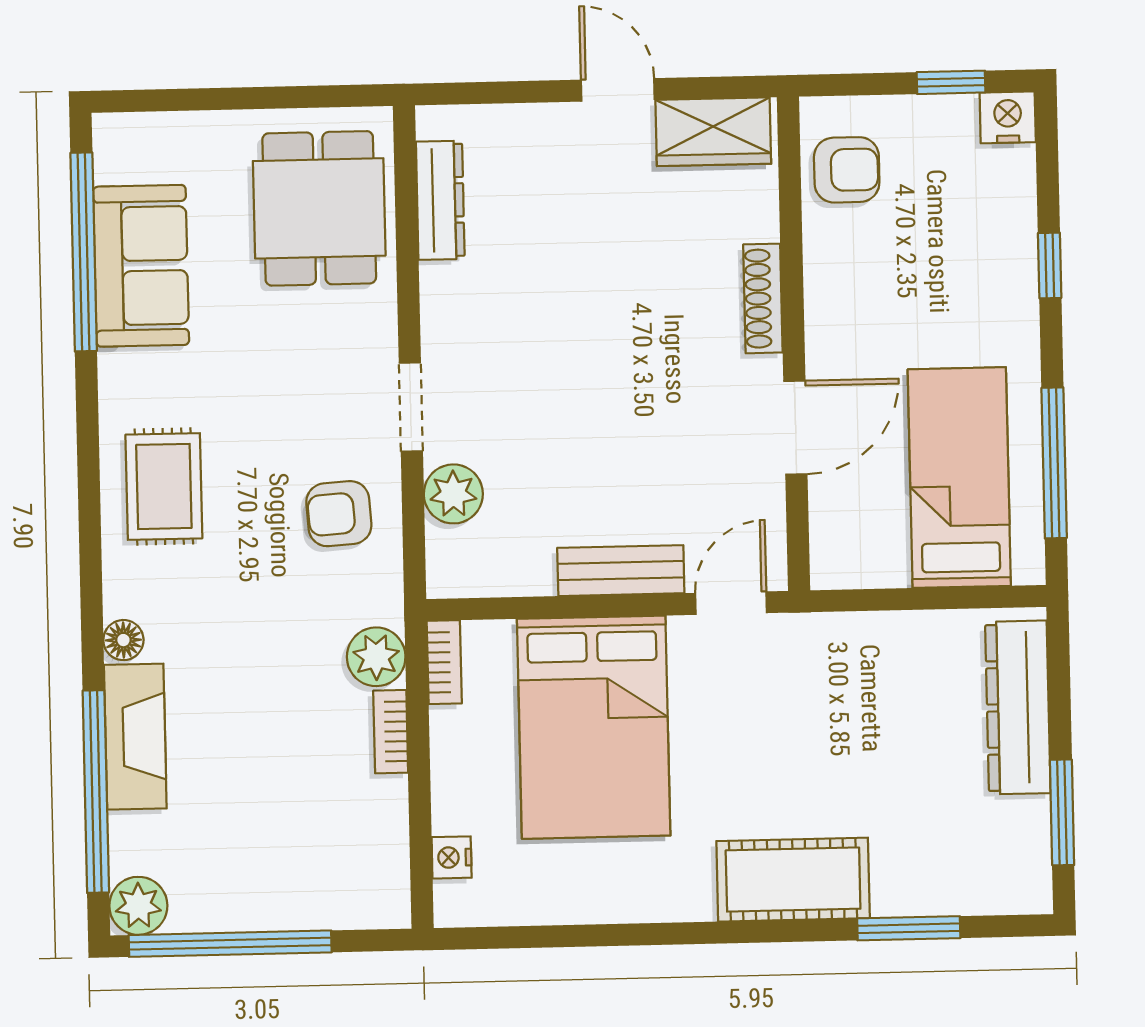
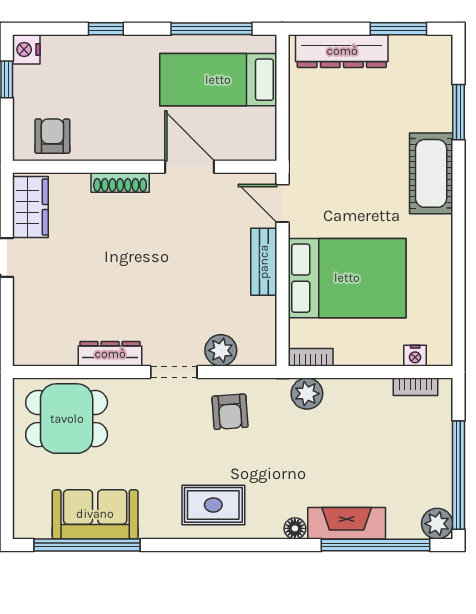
dresser: (440, 200) -> (110, 354), moved
bookcase: (391, 732) -> (416, 387), moved

